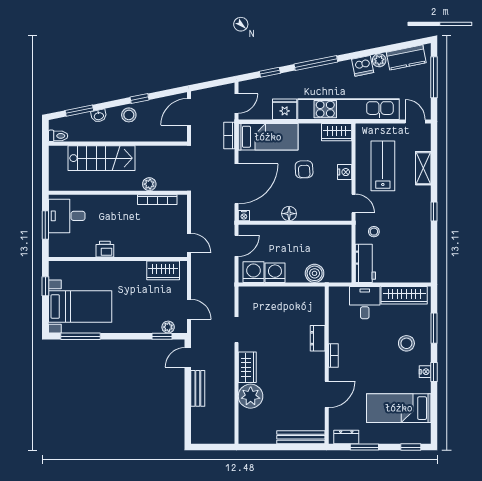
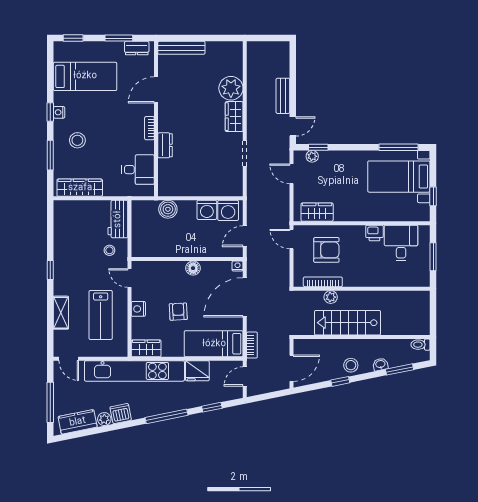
stairs: (102, 158) -> (347, 323), moved
desk: (67, 216) -> (401, 243), moved, turned -90
armchair: (154, 232) -> (326, 250), added
desk: (365, 303) -> (138, 170), moved, turned -90

